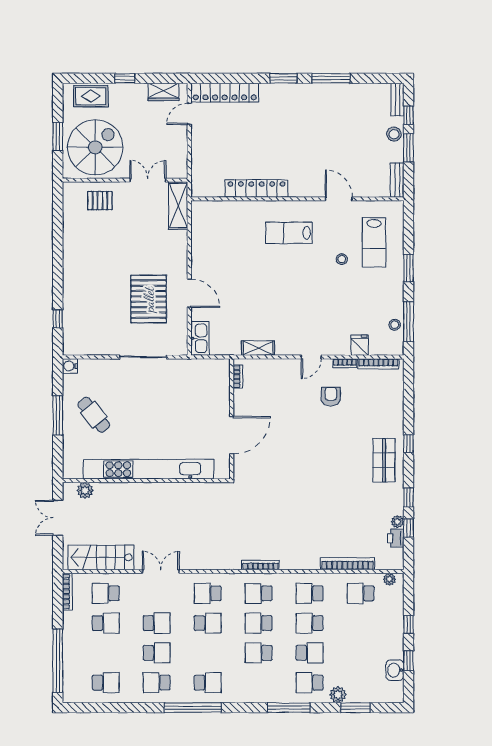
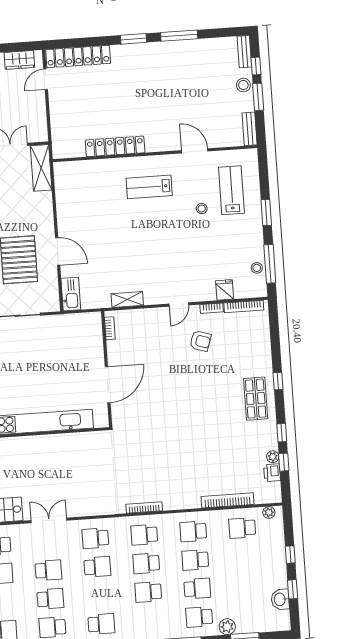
lab bench: (374, 242) -> (231, 190), turned 180
armchair: (331, 396) -> (200, 341), turned 108

